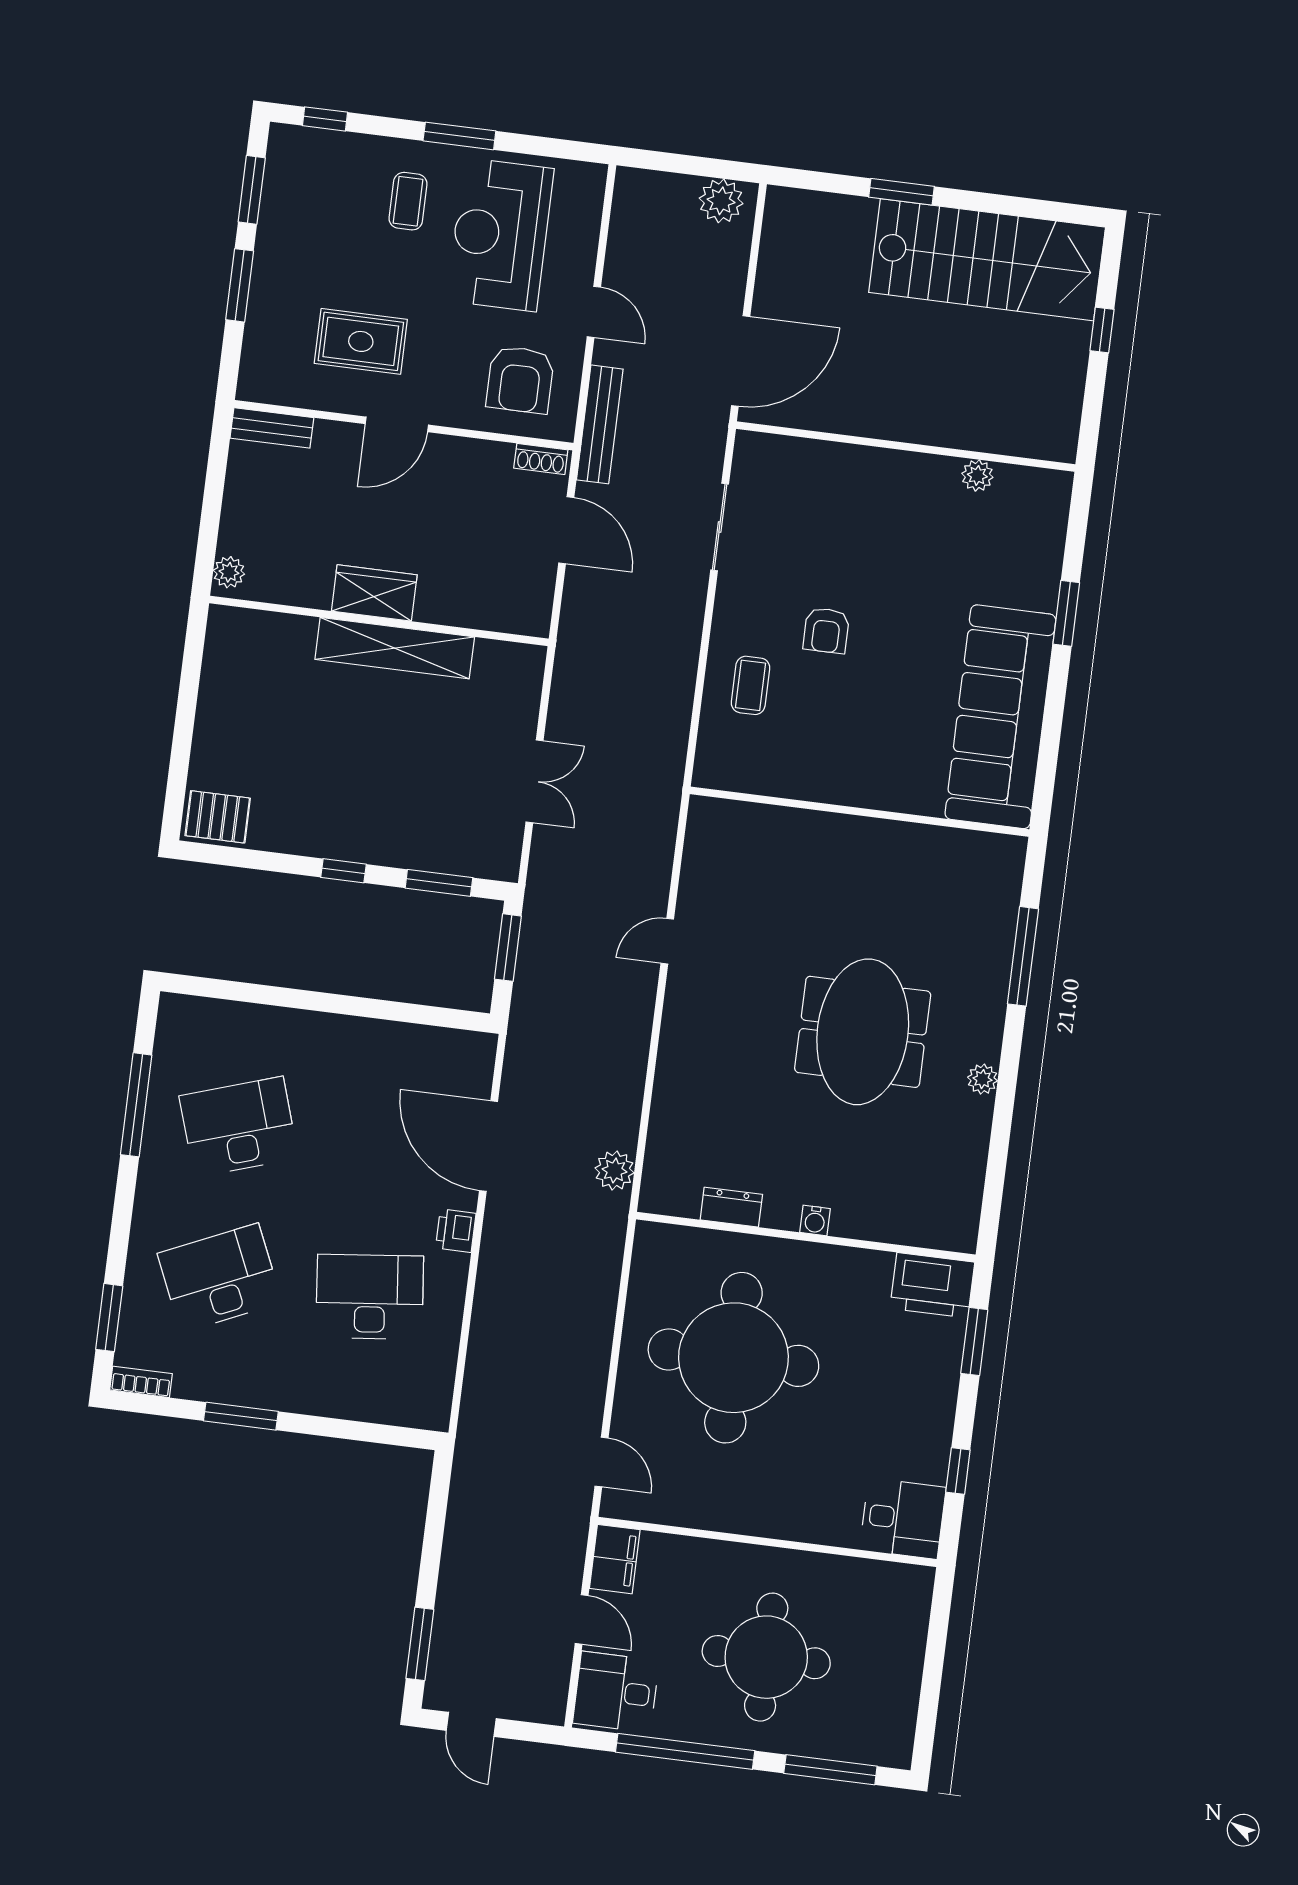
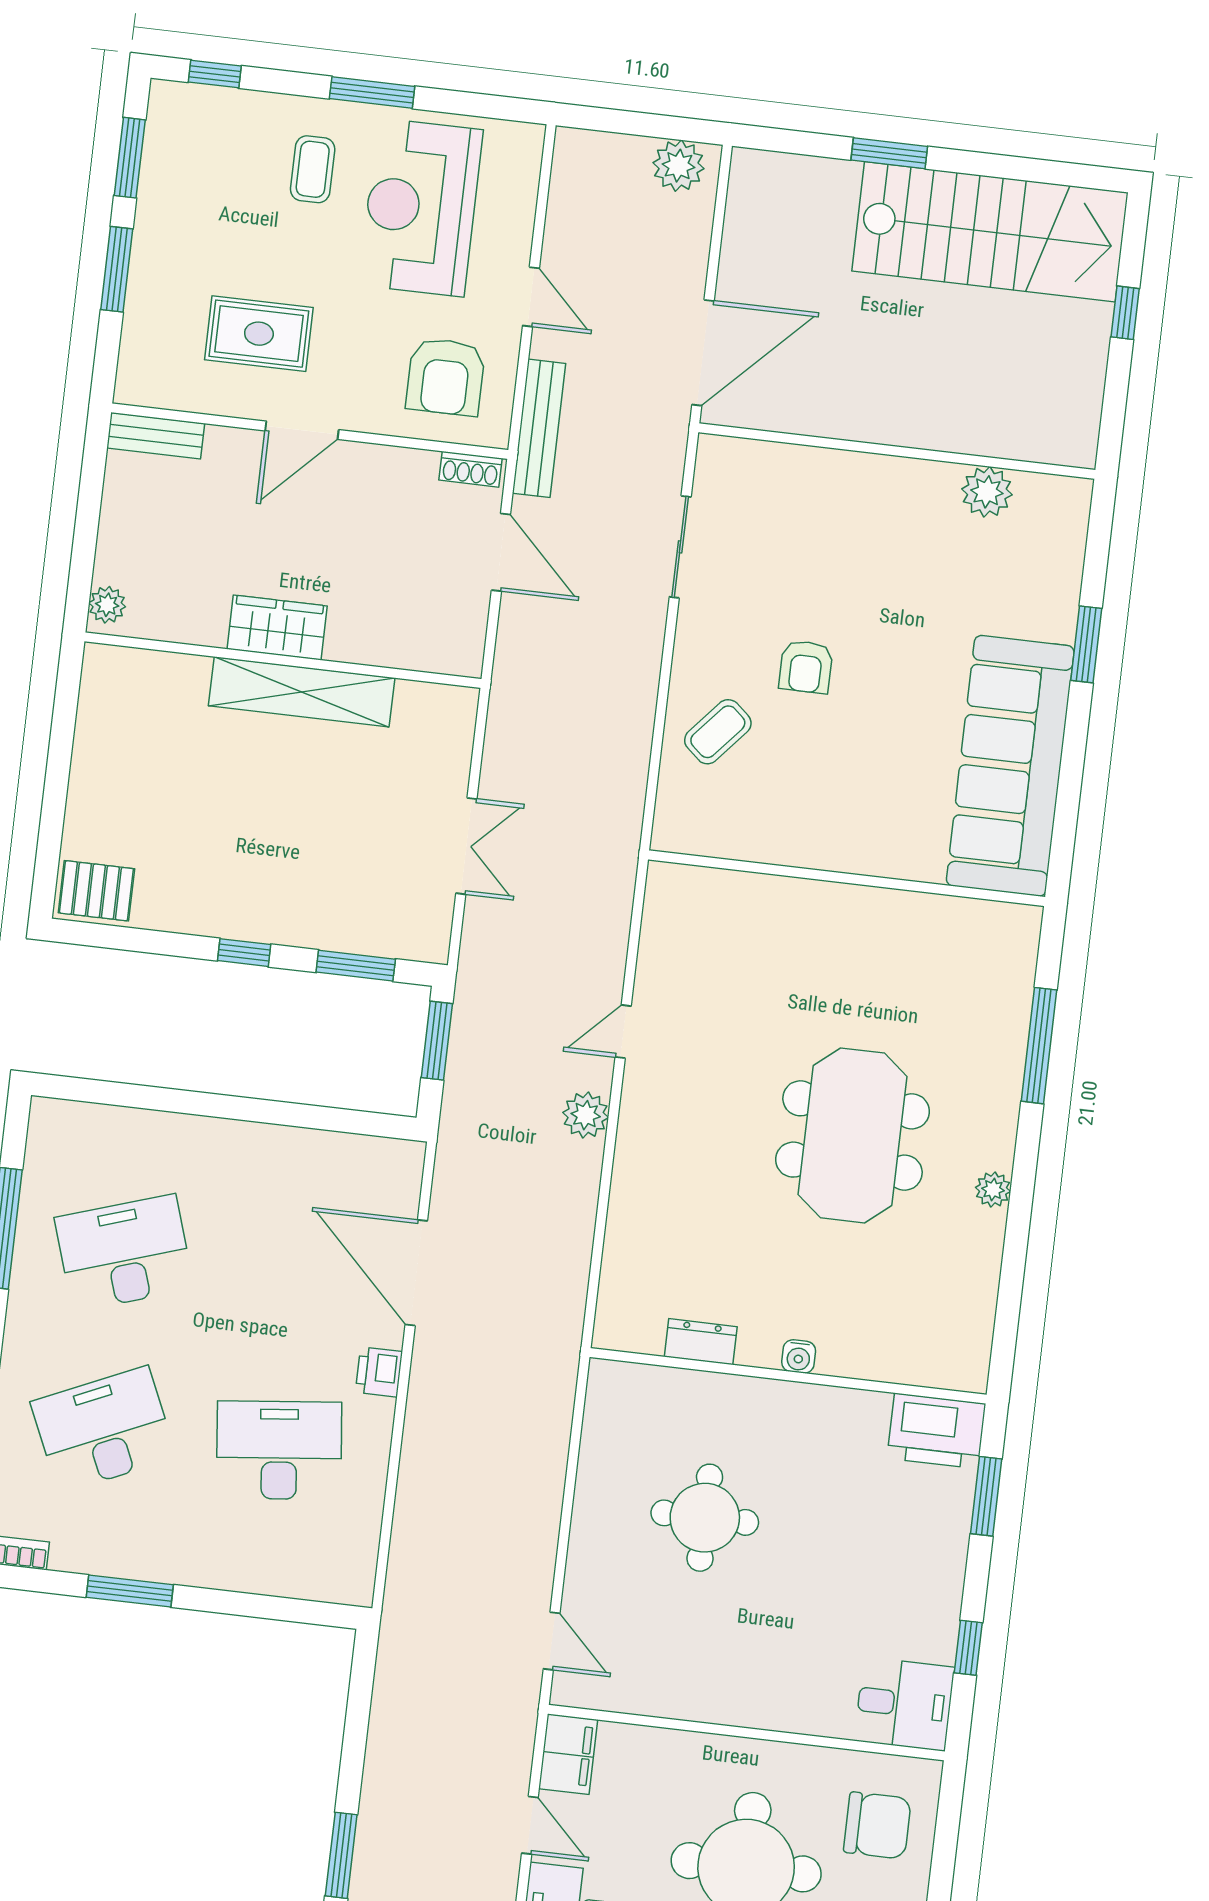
plant: (977, 475) -> (987, 492), width x1.38, depth x1.38
coffee table: (750, 685) -> (718, 732), turned 41
plant: (615, 1170) -> (586, 1115), moved
round table: (733, 1358) -> (705, 1518), width x0.54, depth x0.54
chair: (879, 1622) -> (877, 1825), added

